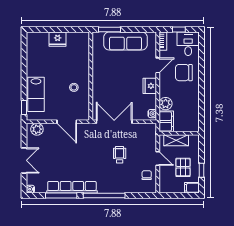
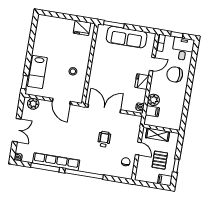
fridge: (58, 39) -> (82, 28), moved
filing cabinet: (166, 121) -> (152, 111), width x0.50

